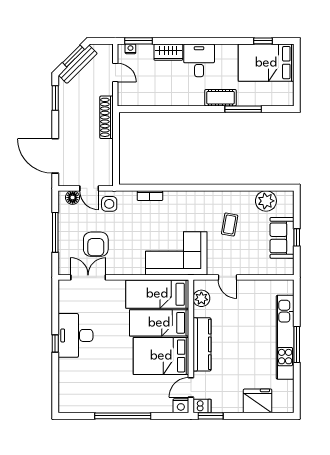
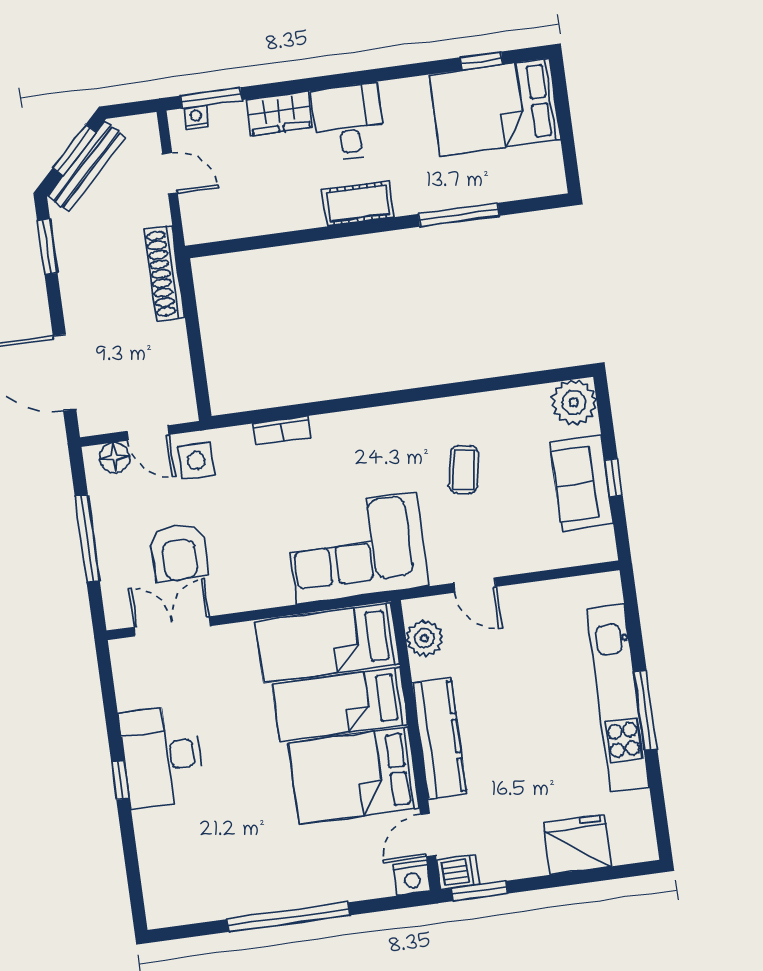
cot: (220, 98) -> (358, 203), moved
plant: (266, 201) -> (574, 402), moved

